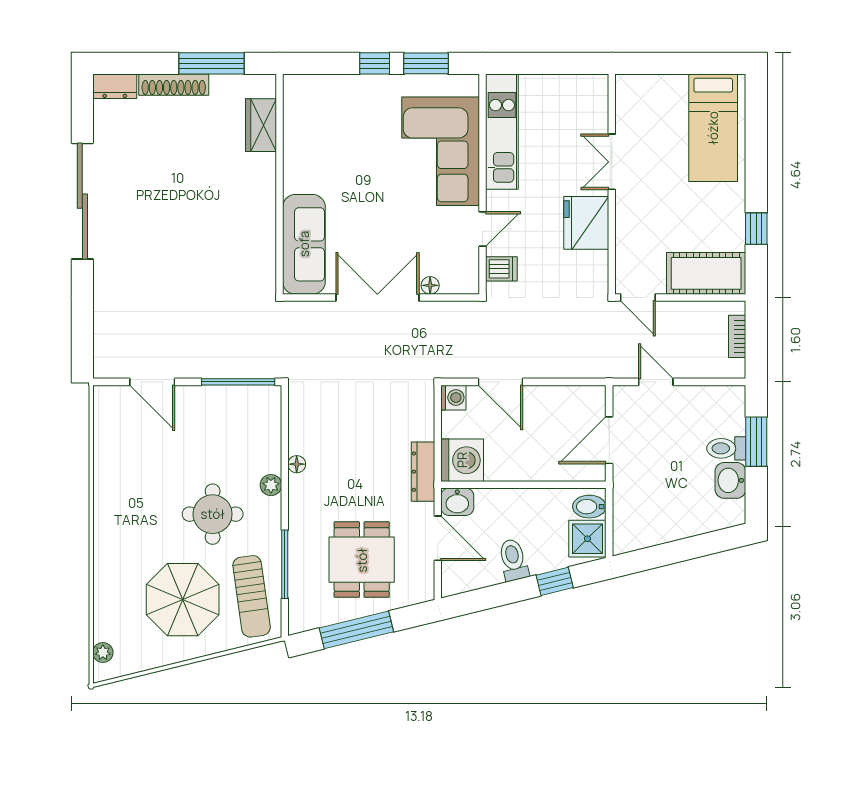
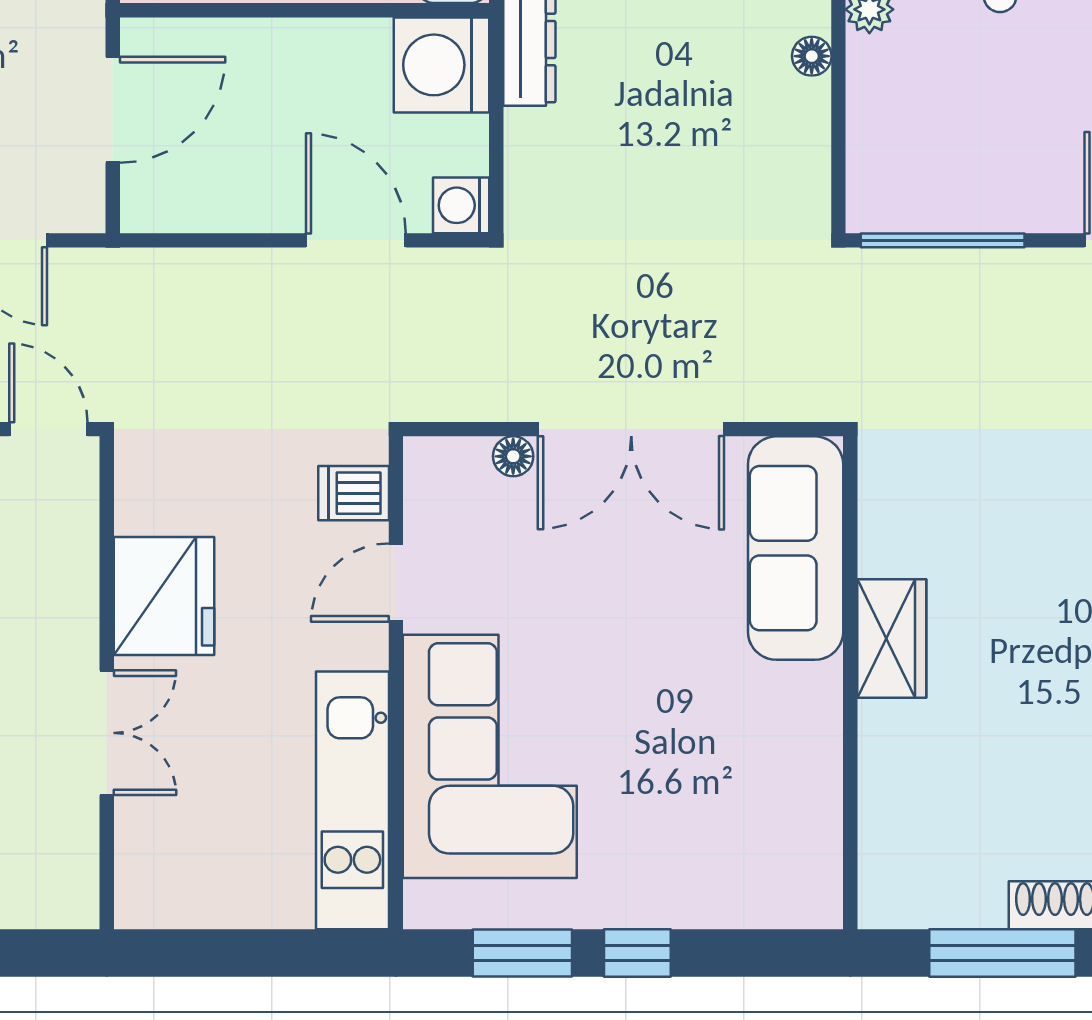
wardrobe: (261, 125) -> (892, 639), moved

